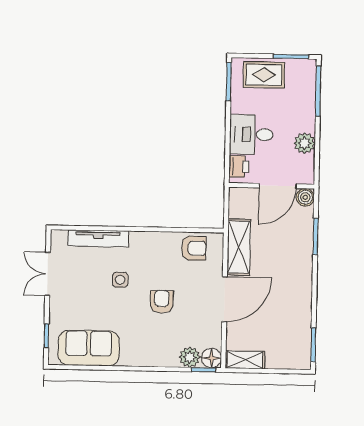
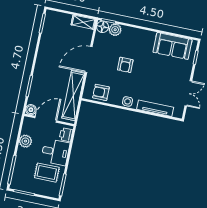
rug: (264, 75) -> (47, 173), moved
shelving: (239, 247) -> (73, 96), width x1.47
side table: (120, 280) -> (128, 101), moved

